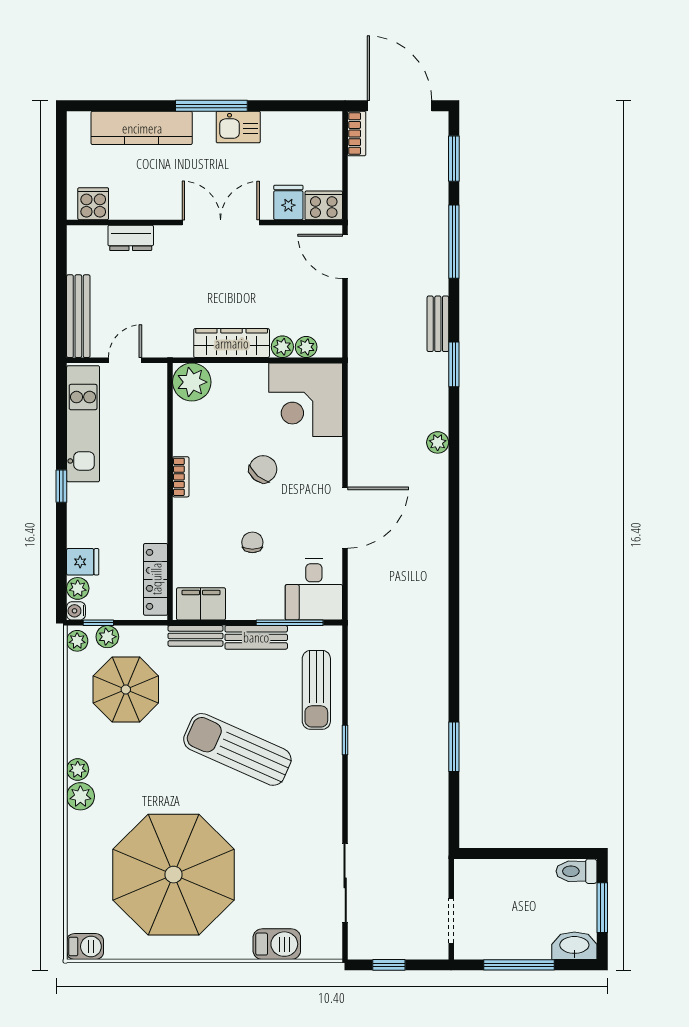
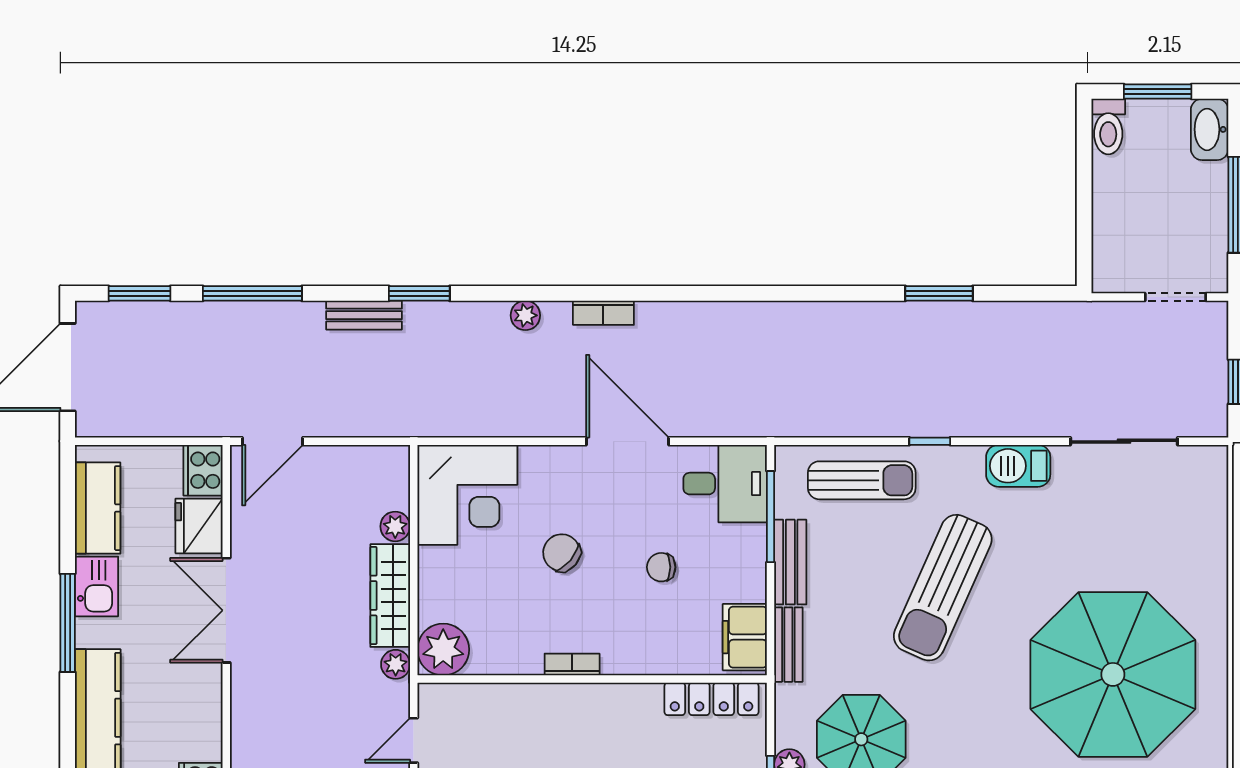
kitchen counter: (296, 128) -> (98, 508), added
bookcase: (357, 134) -> (603, 313), moved, turned 180
fridge: (288, 202) -> (199, 526), width x1.38
dresser: (131, 238) -> (247, 733), removed
plant: (306, 347) -> (396, 664), moved
door: (125, 360) -> (414, 740), hinge flipped
barbecue: (277, 944) -> (1018, 466), moved, turned -90

